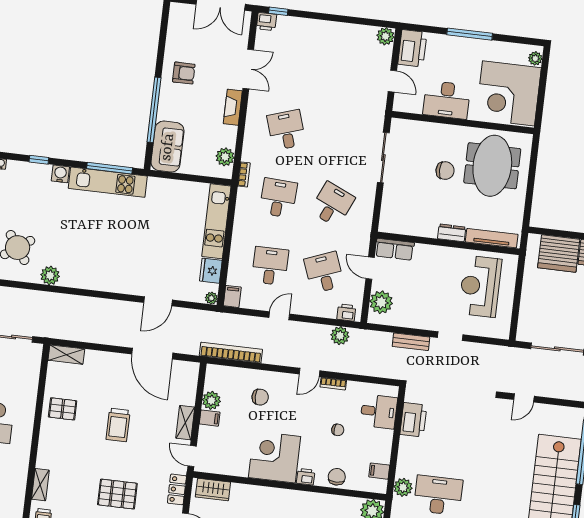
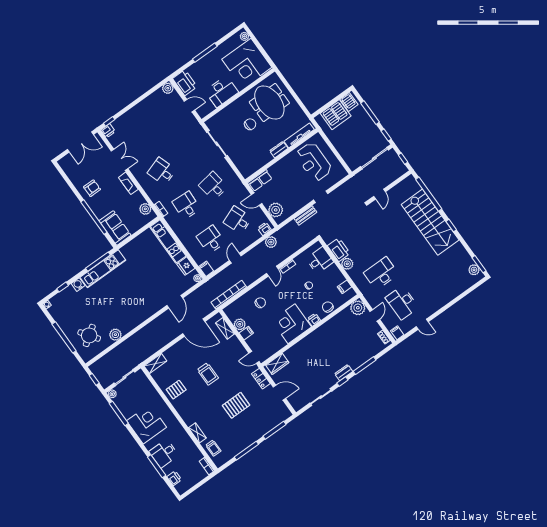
desk: (332, 204) -> (213, 186), turned -33
shelving: (185, 423) -> (225, 328), moved
plant: (403, 487) -> (347, 264), moved

